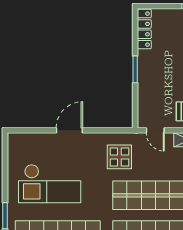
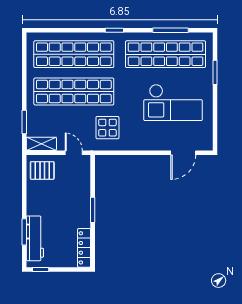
door: (69, 130) -> (183, 153), moved
checkout: (50, 184) -> (173, 103), turned 180

